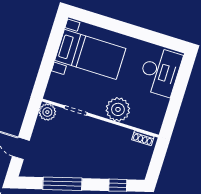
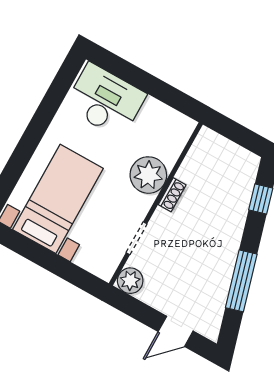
shoe rack: (143, 138) -> (172, 195), moved

